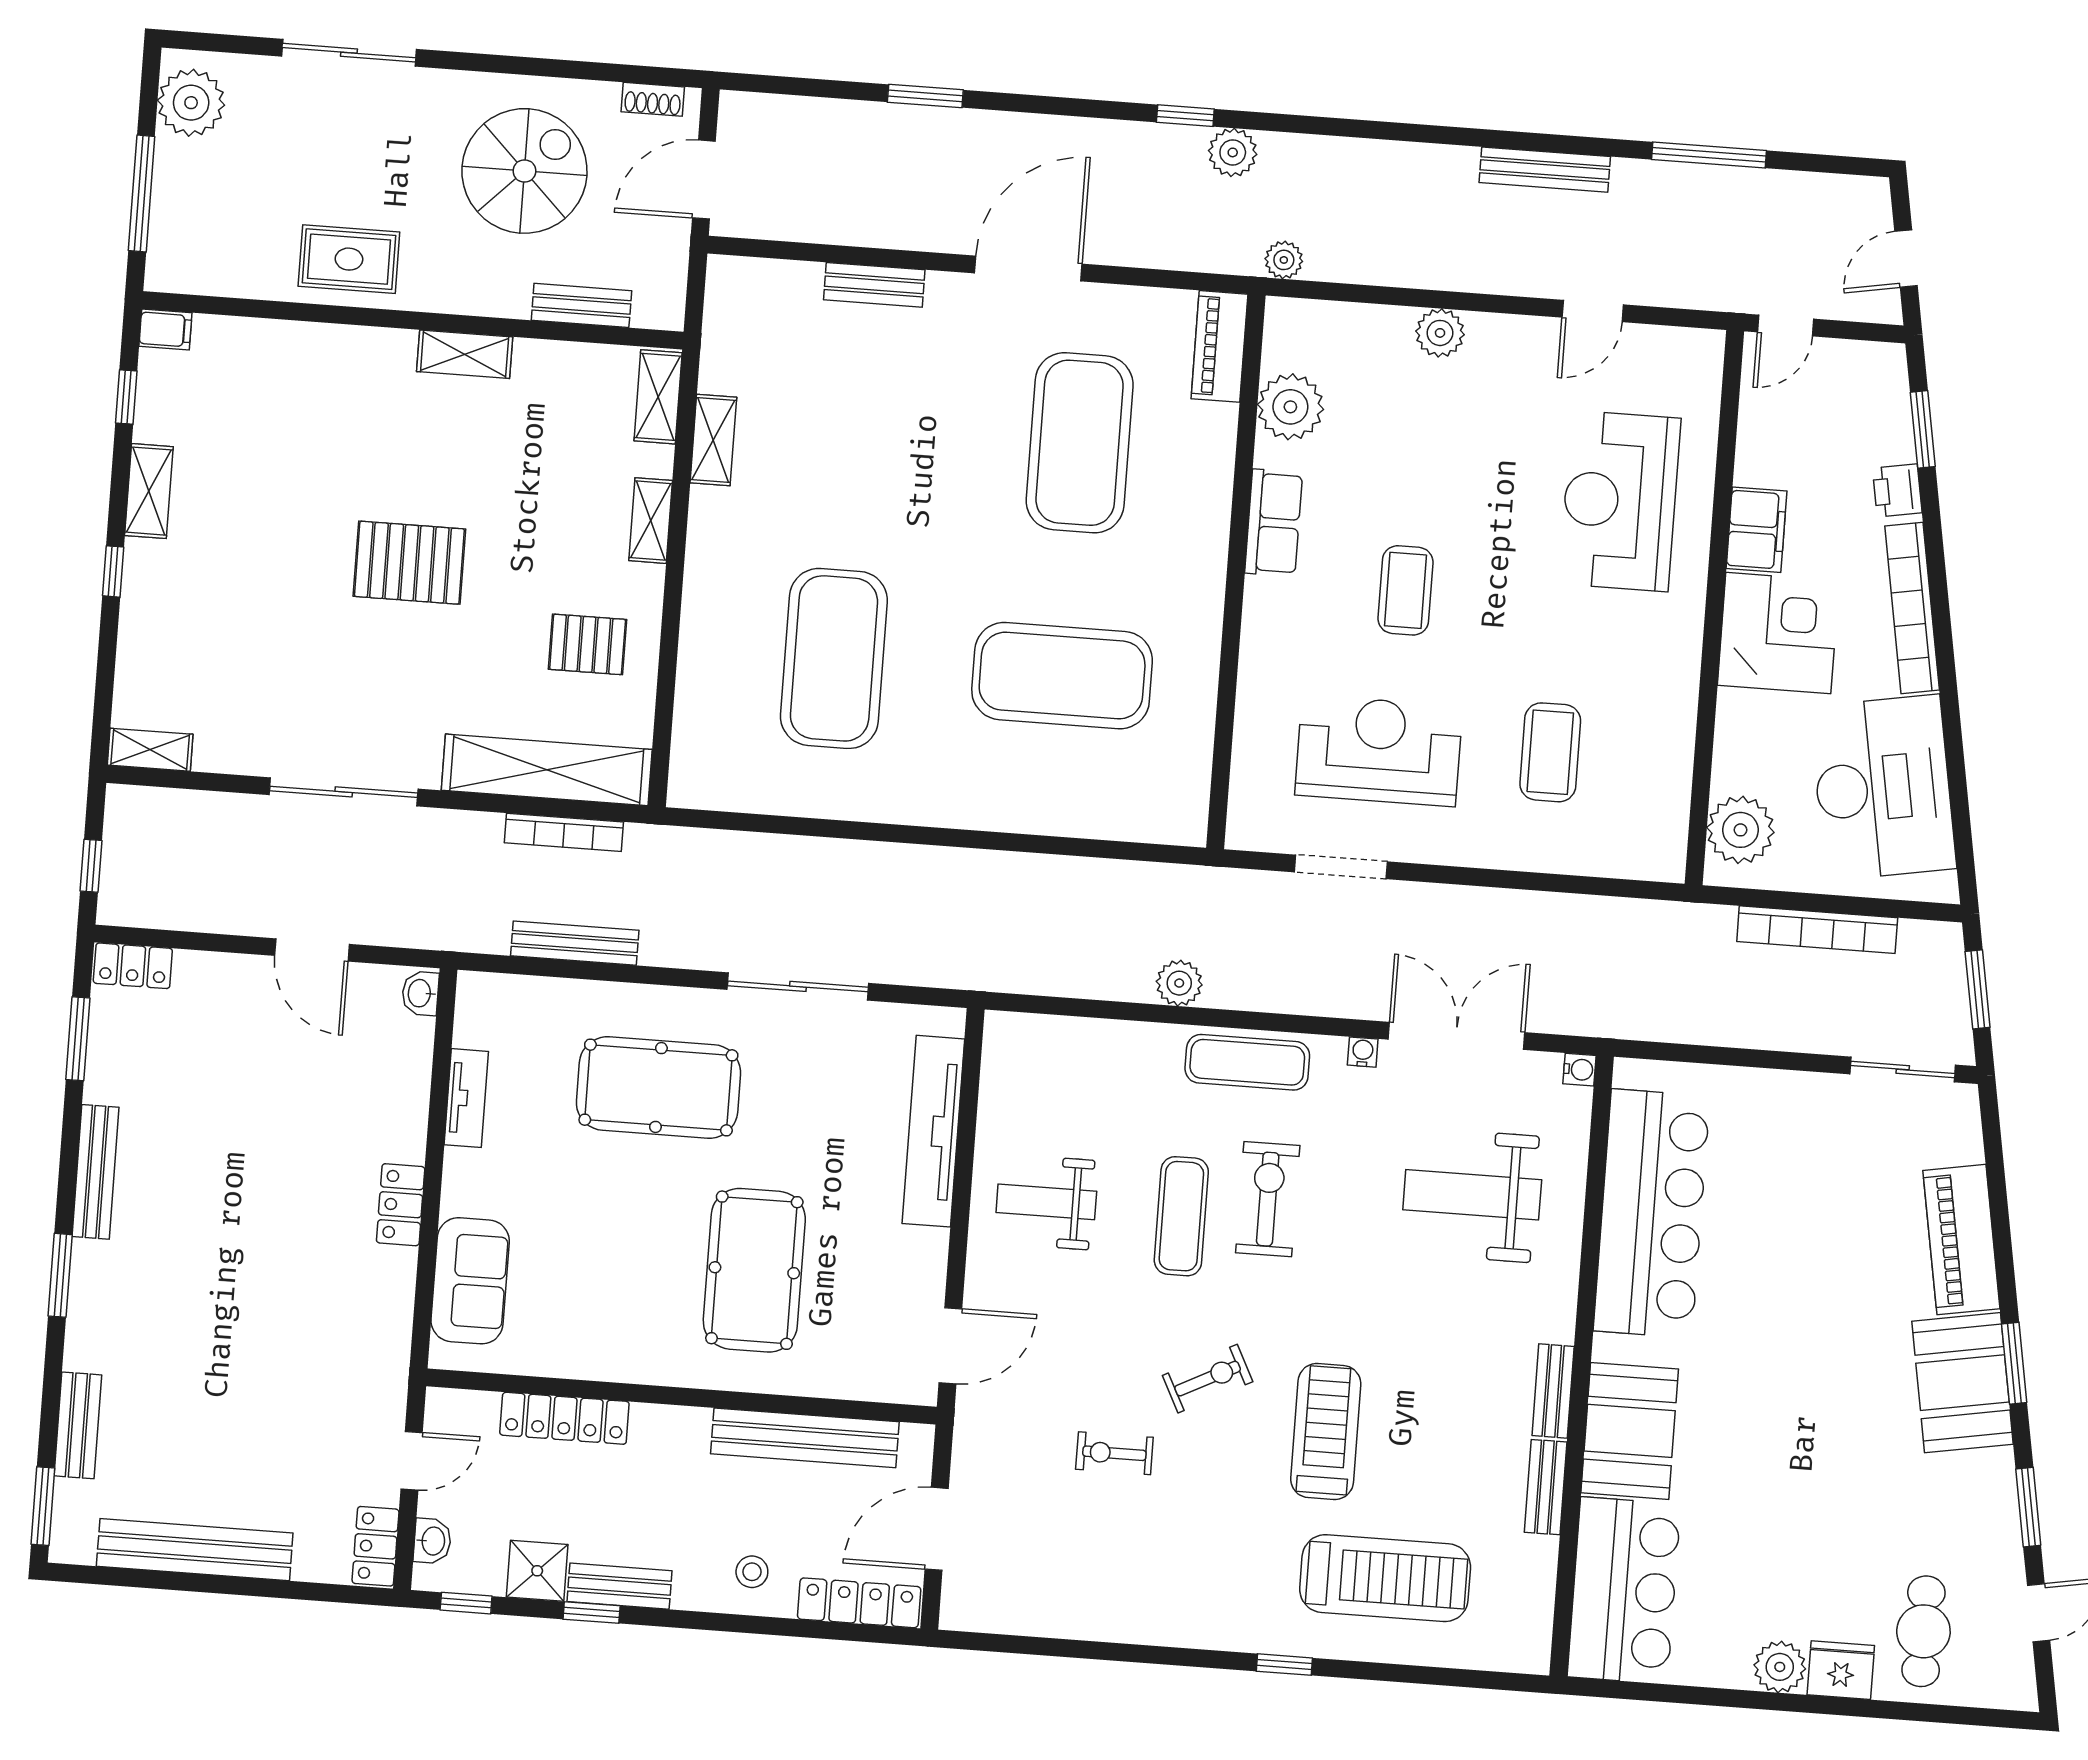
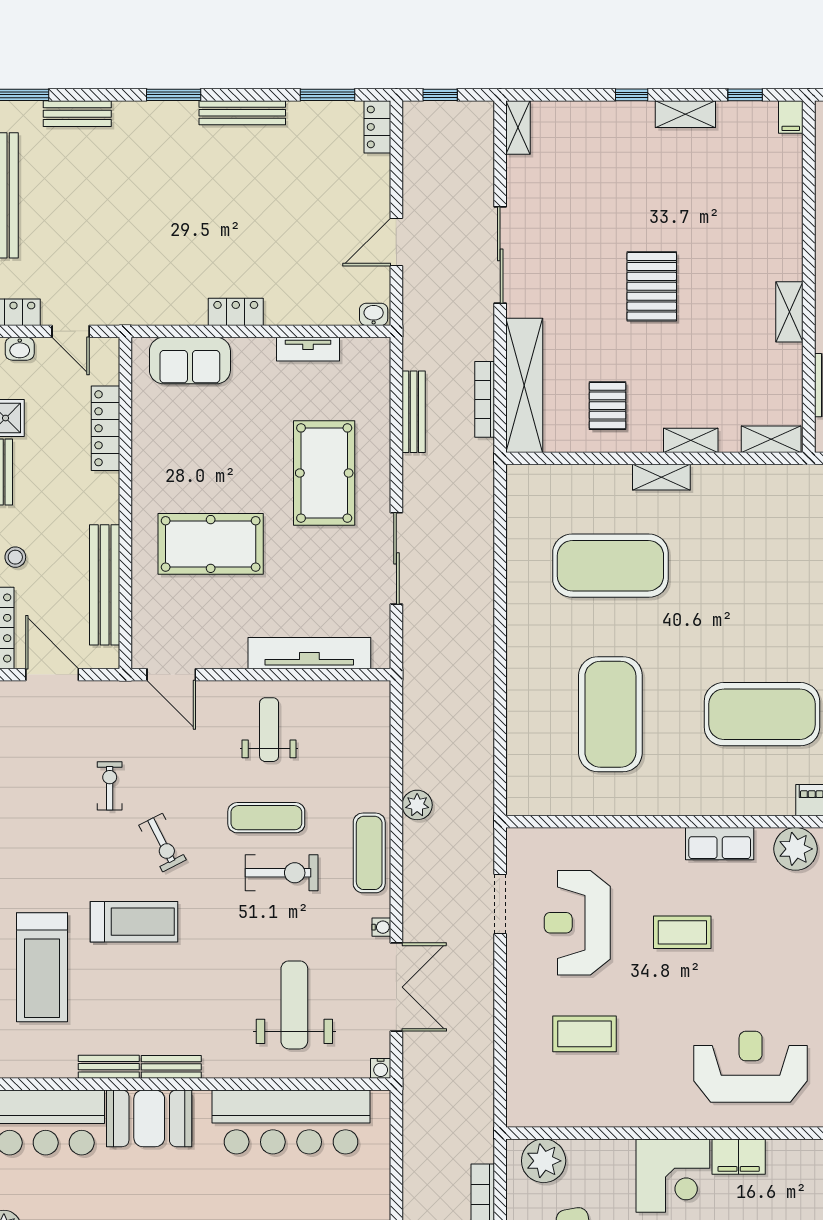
shelving: (713, 440) -> (661, 477), moved
reception desk: (1379, 751) -> (577, 923), turned 180

